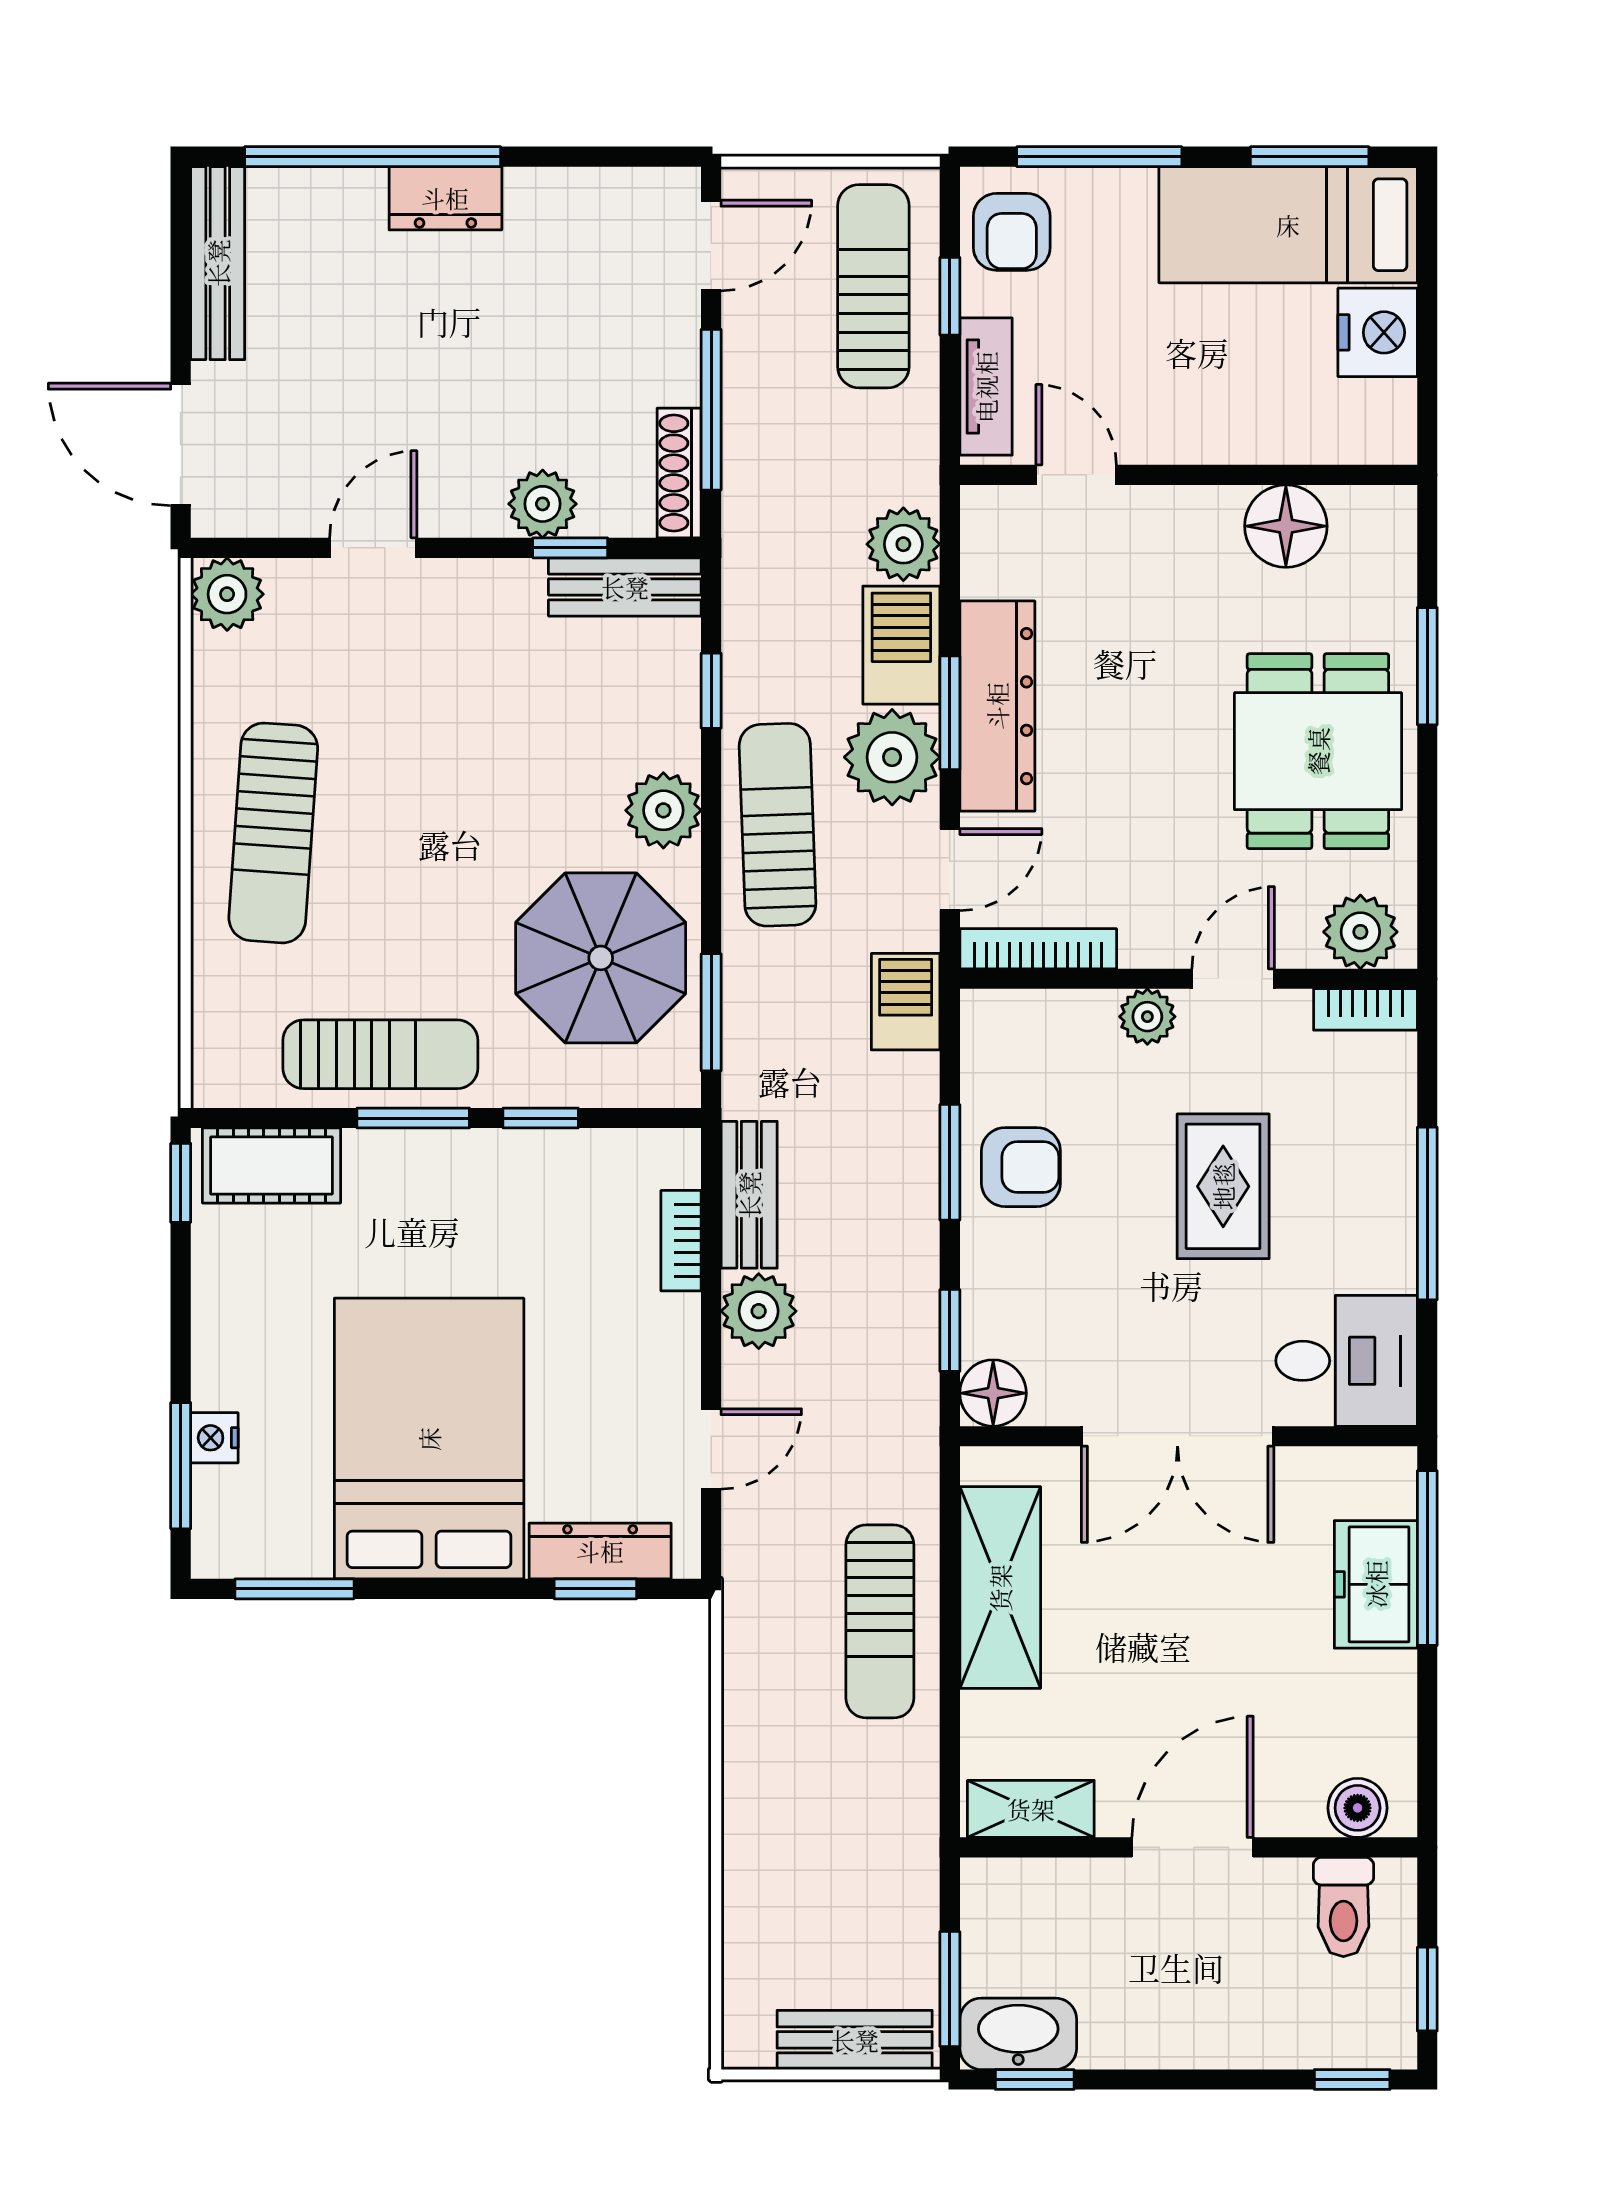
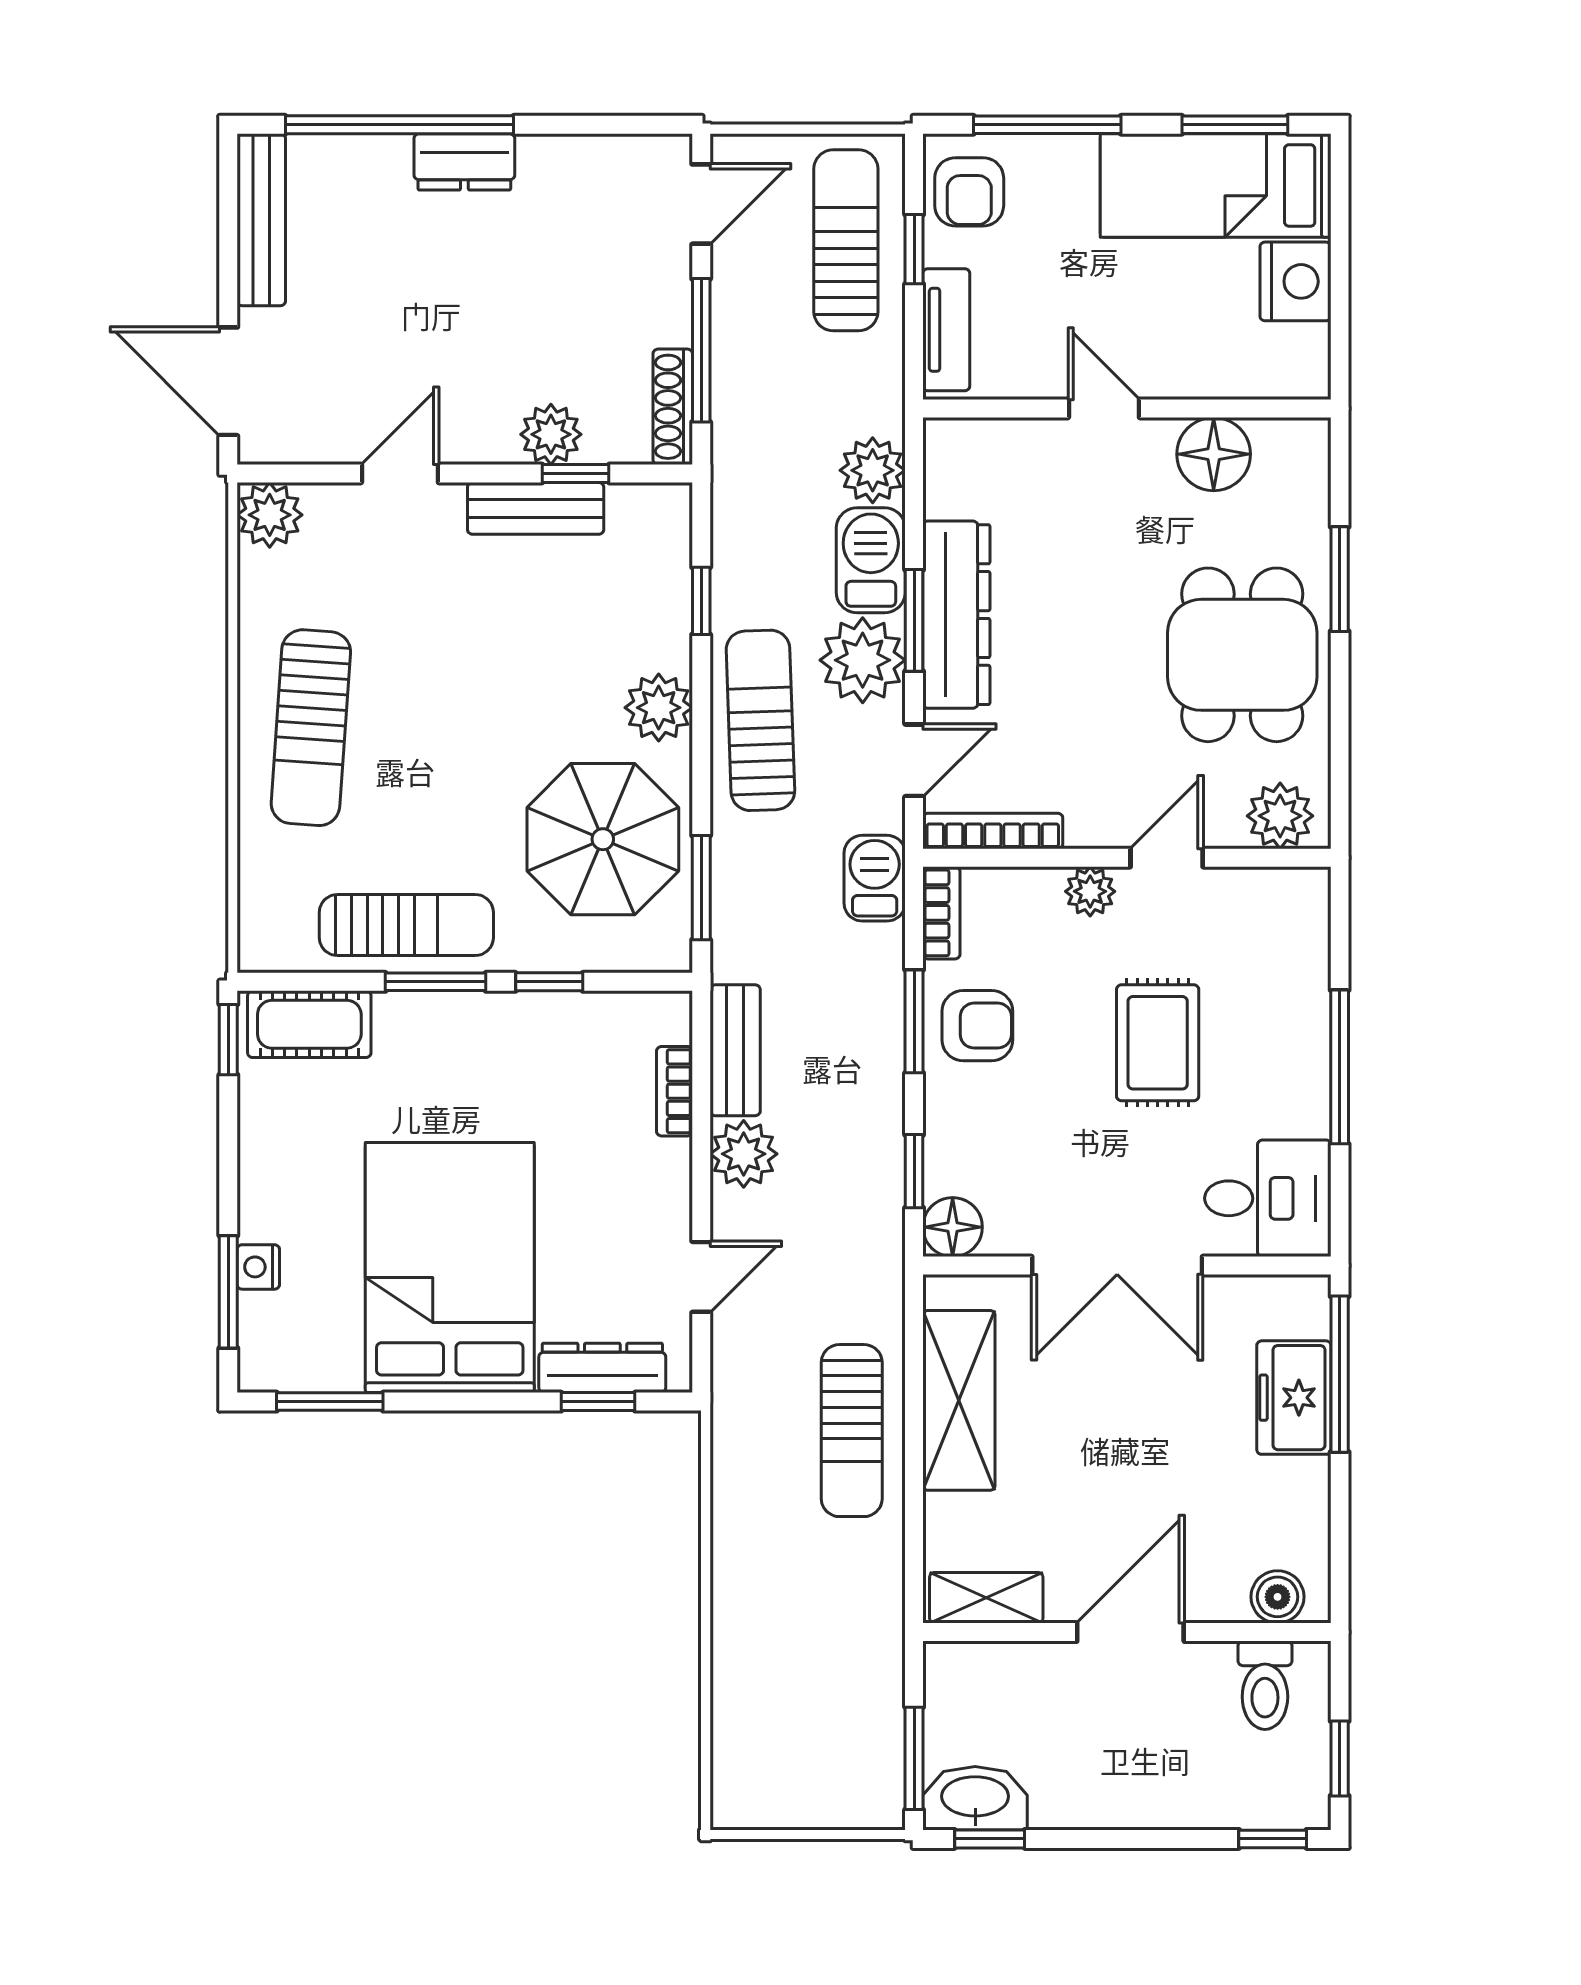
door: (1076, 475) -> (1104, 408), moved
bench: (625, 587) -> (536, 508), moved
bookcase: (1365, 1009) -> (941, 913), moved, turned -90
bench: (855, 2040) -> (829, 1804), removed

